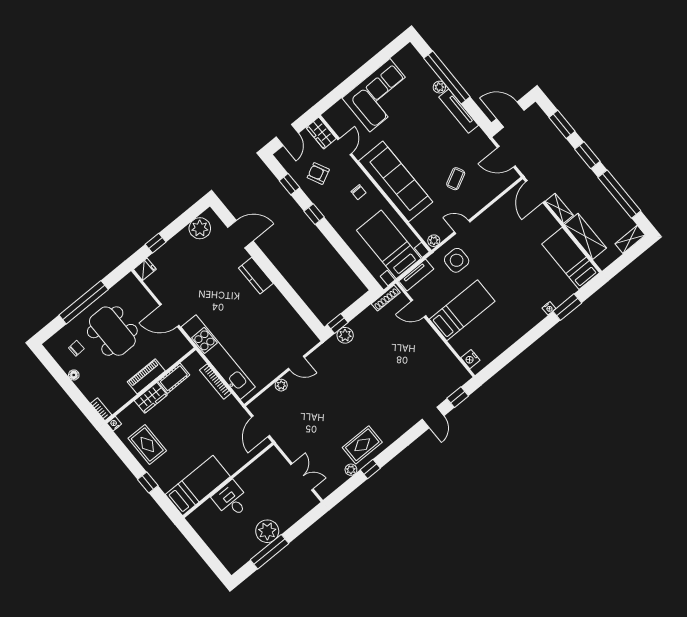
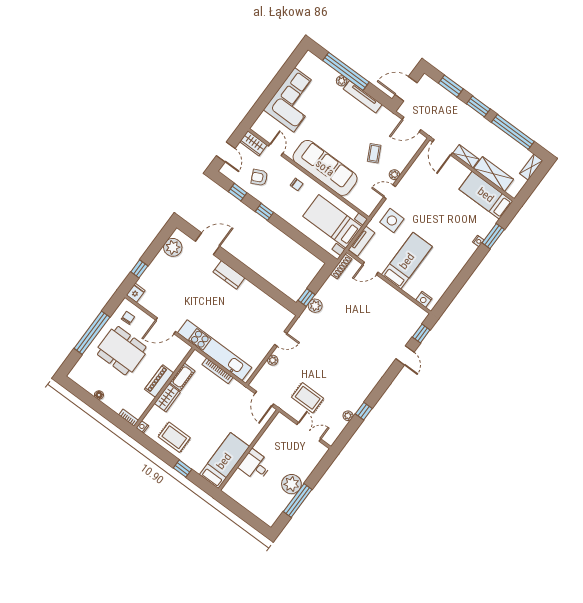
plant: (434, 241) -> (394, 175), moved
chair: (76, 348) -> (128, 318), moved
rug: (362, 445) -> (308, 398), moved, turned 90

